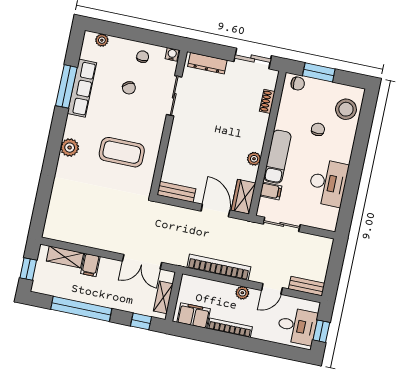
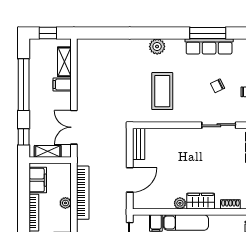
wardrobe: (243, 197) -> (201, 201), moved
plant: (242, 293) -> (65, 203), moved

